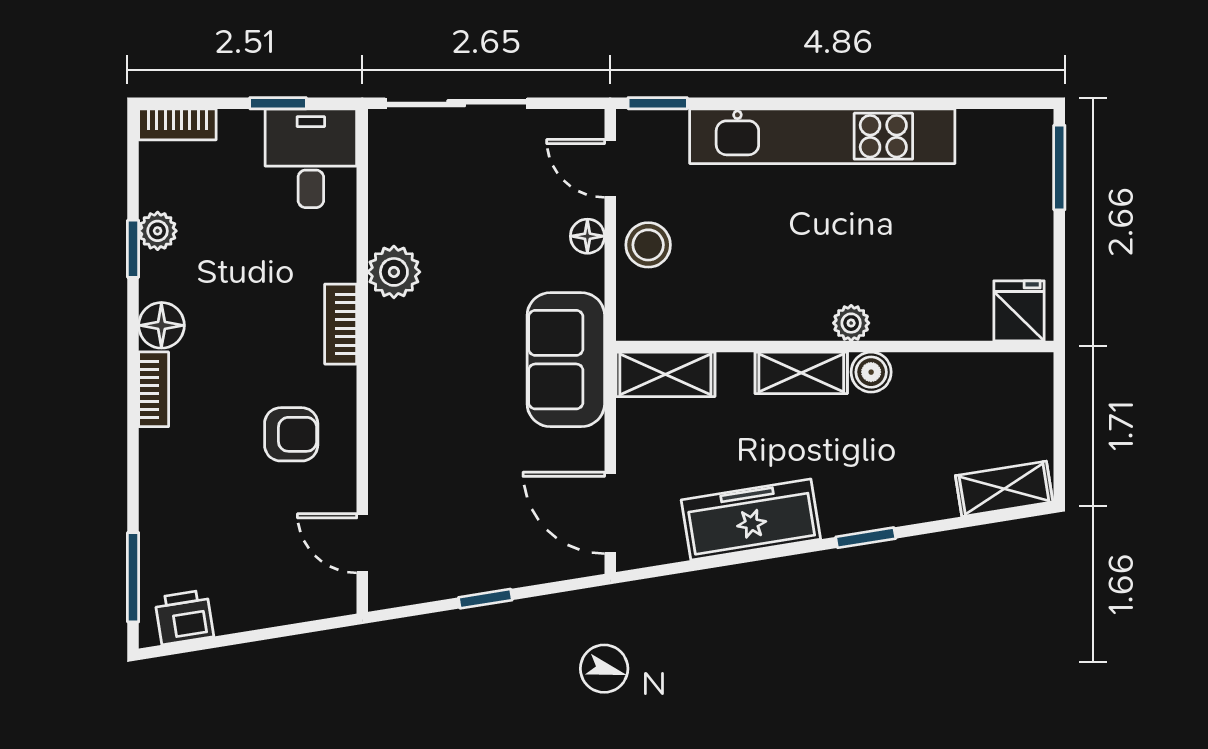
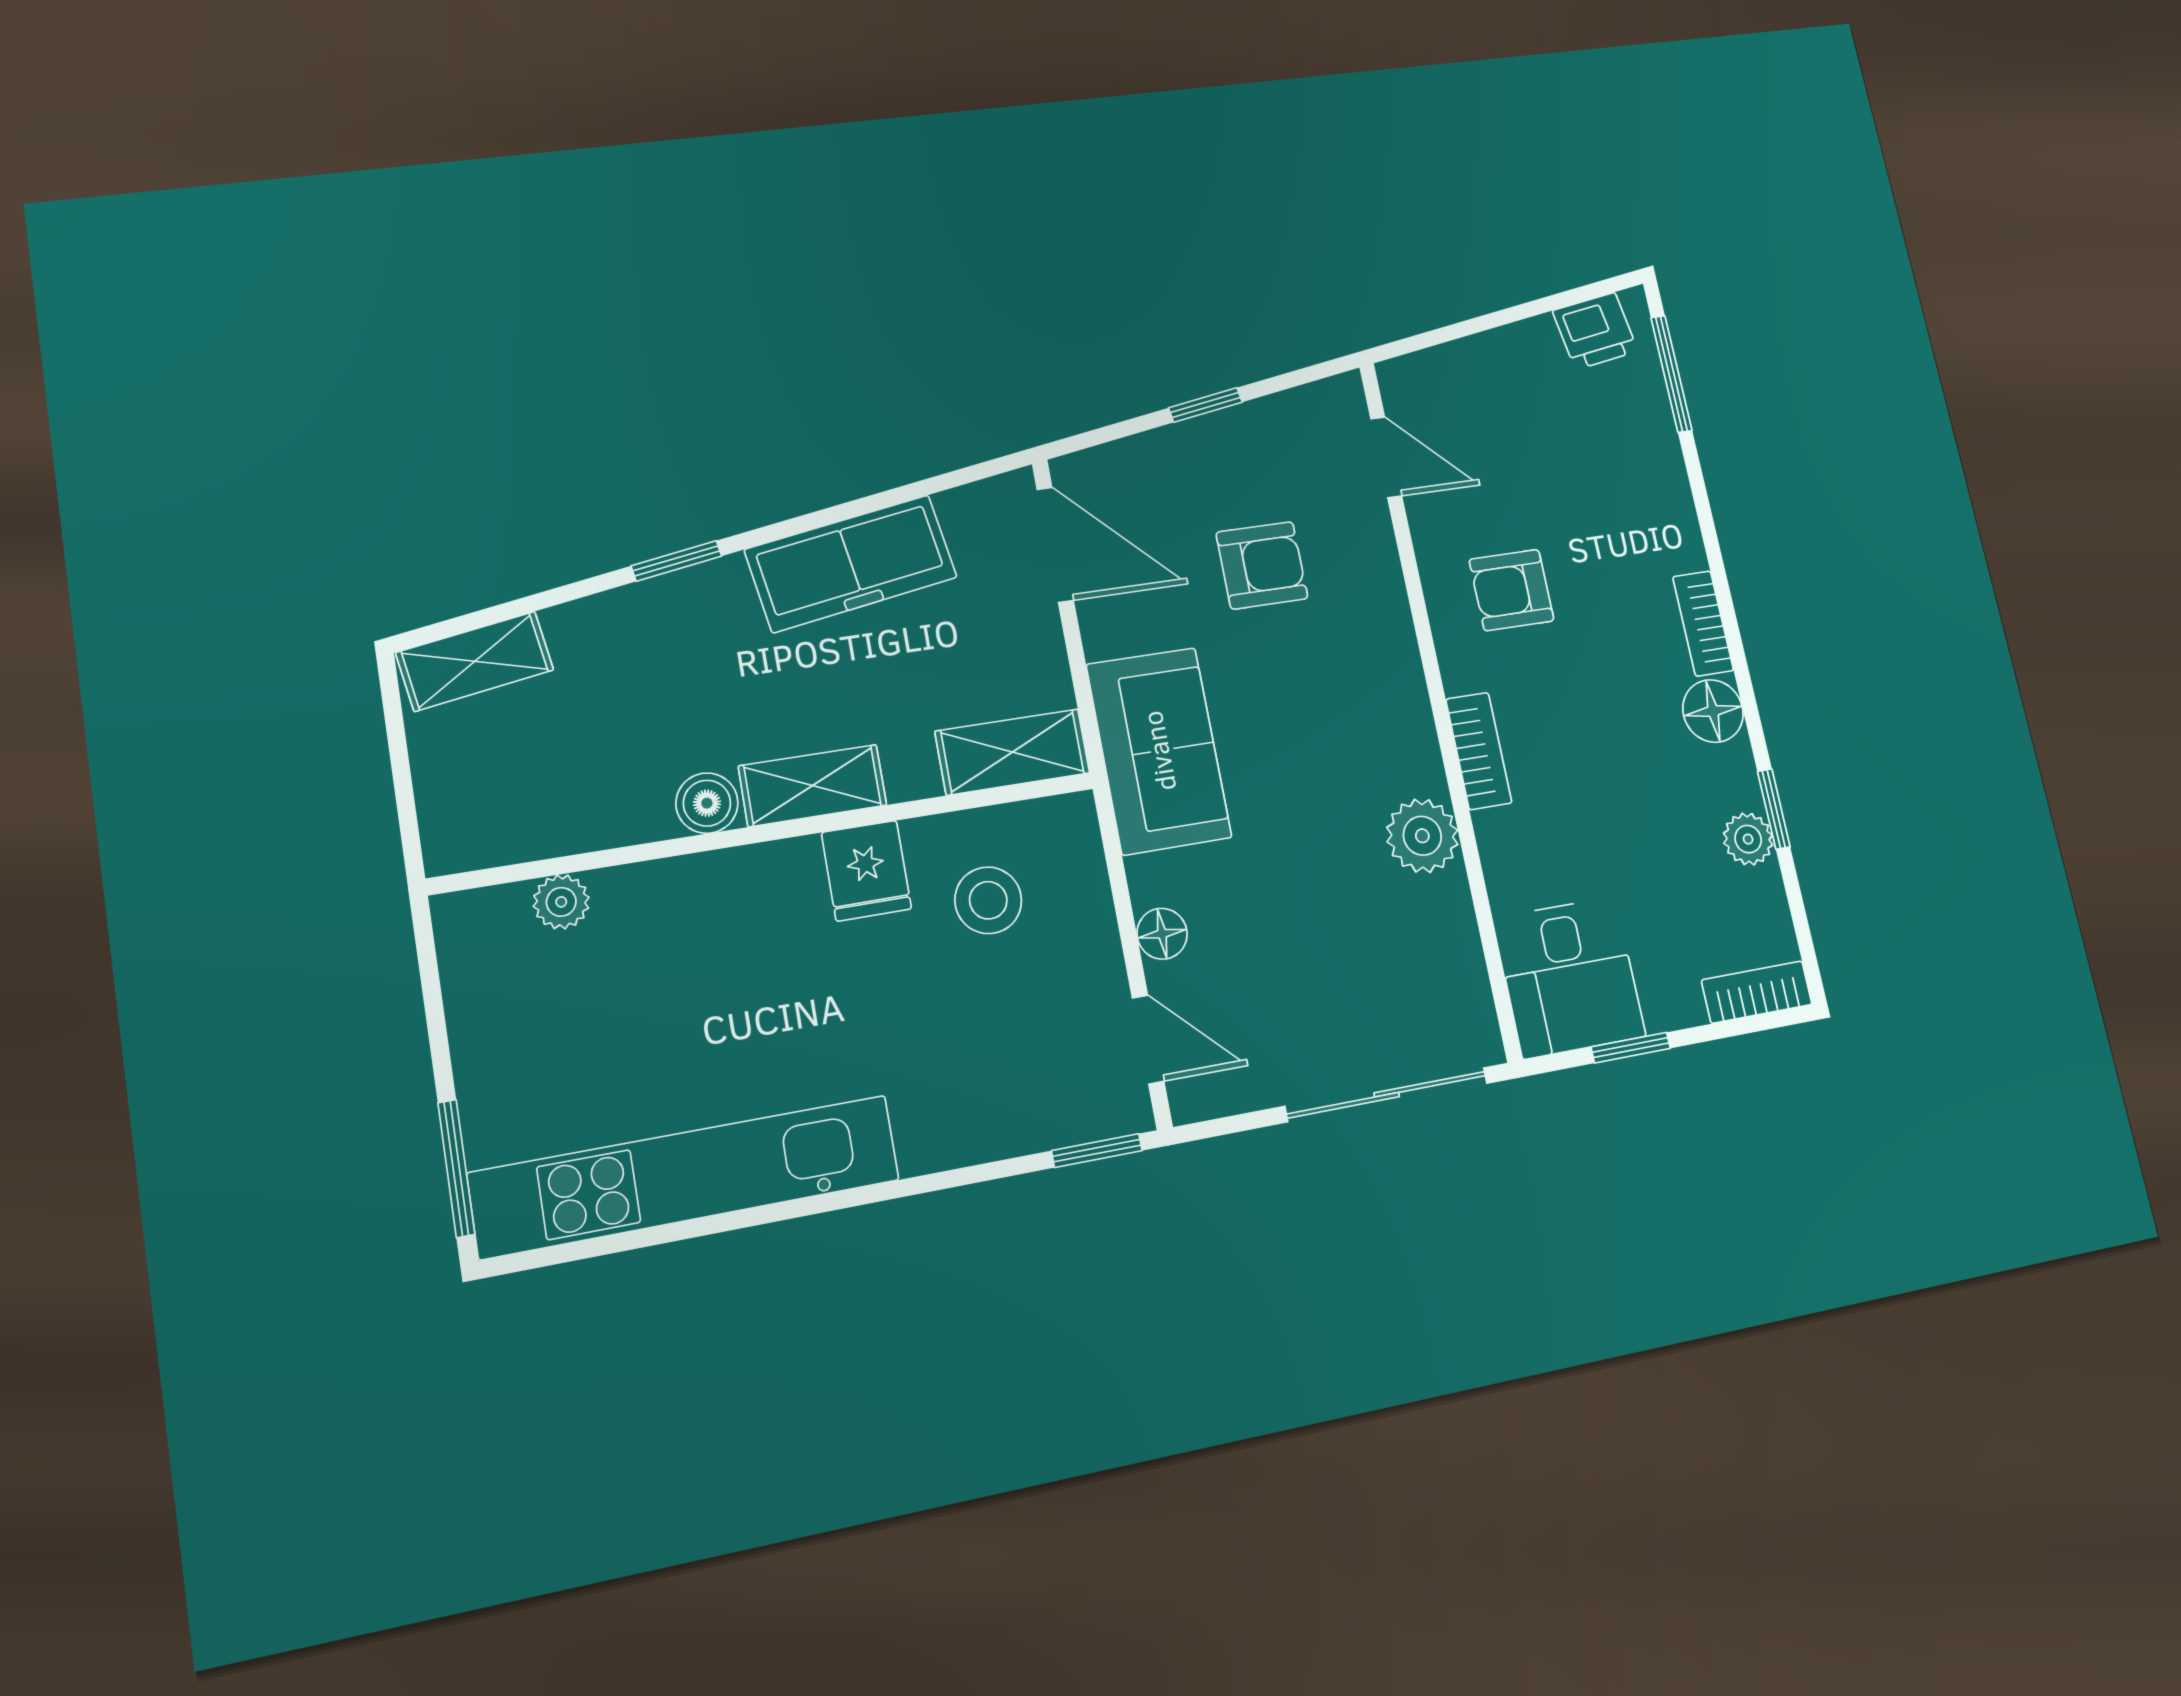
kitchen unit: (822, 136) -> (686, 1176), moved
stool: (648, 245) -> (988, 900), moved
fridge: (1019, 311) -> (866, 871), moved
plant: (851, 323) -> (561, 902), moved
armchair: (468, 478) -> (1262, 565), added

